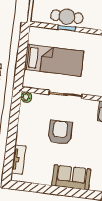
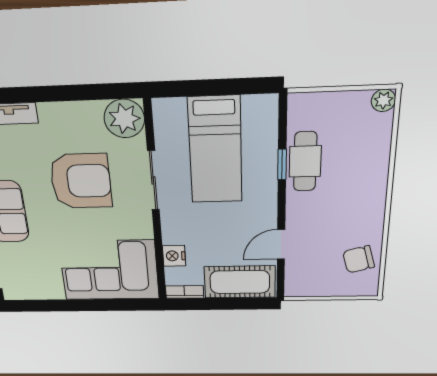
plant: (26, 97) -> (124, 119), width x1.88, depth x1.88
armchair: (60, 132) -> (81, 181), width x1.36, depth x1.36

